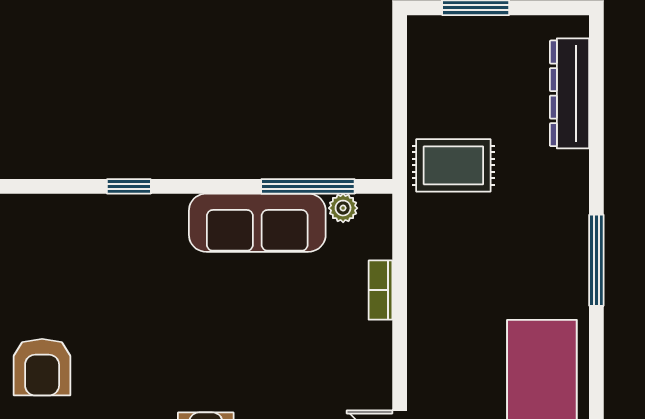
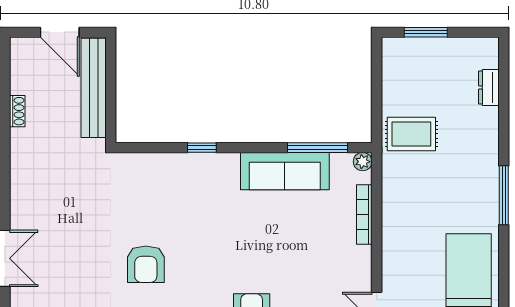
dresser: (569, 93) -> (489, 87), width x0.51, depth x0.80
plant: (343, 208) -> (363, 162), moved
bookcase: (380, 290) -> (364, 215), width x1.56

